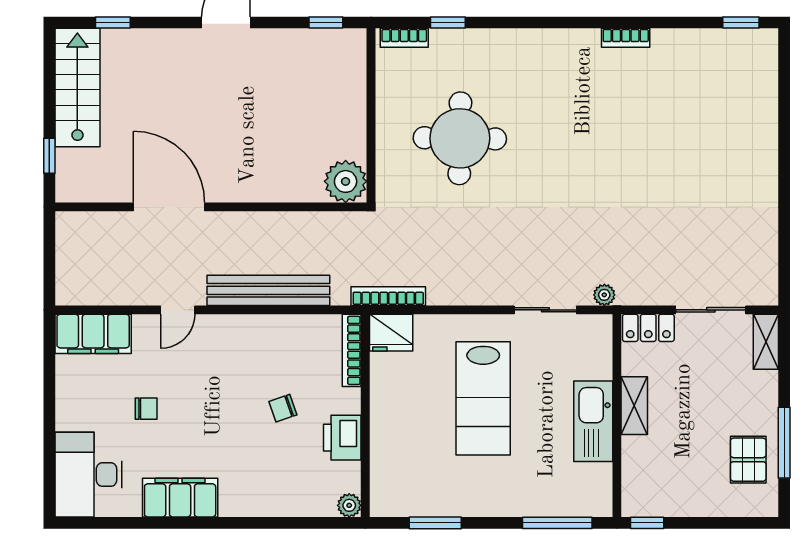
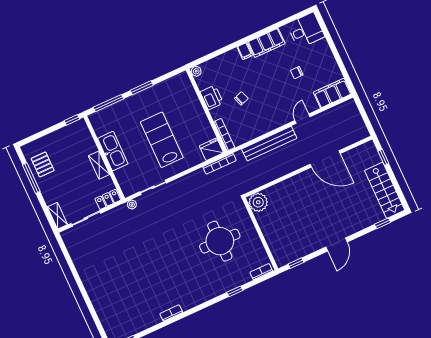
window: (448, 22) -> (235, 291), moved
desk: (88, 475) -> (306, 30), width x0.73
filing cabinet: (232, 501) -> (245, 51), added
window: (435, 523) -> (142, 88), moved

